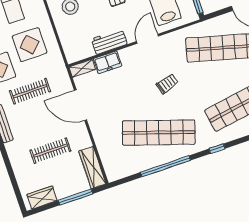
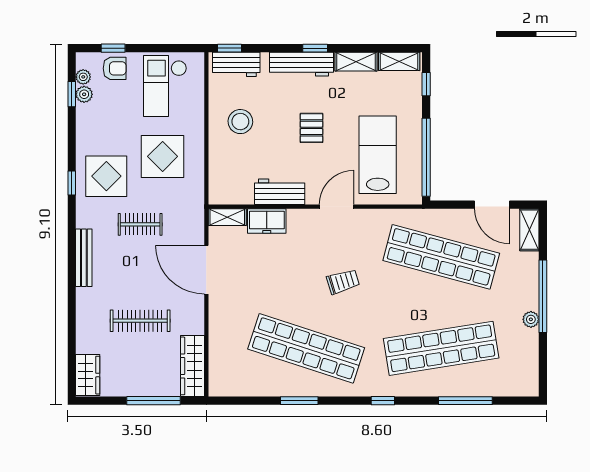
clothes rail: (30, 91) -> (140, 224), width x0.73
window: (165, 166) -> (299, 401), width x0.47
wardrobe: (42, 198) -> (88, 375), moved, turned 90

